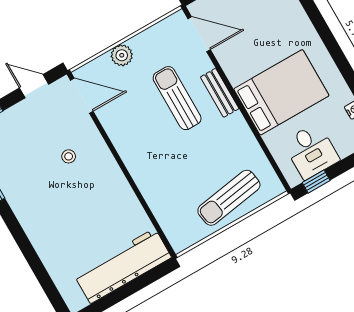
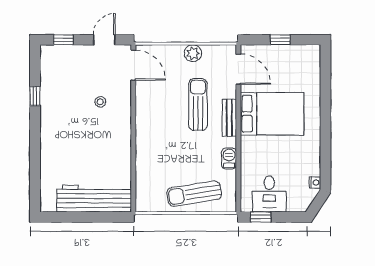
plant: (122, 55) -> (193, 53), moved
door: (34, 86) -> (104, 40), hinge flipped
bed: (281, 92) -> (272, 114), moved
barbecue: (245, 137) -> (229, 158), added

